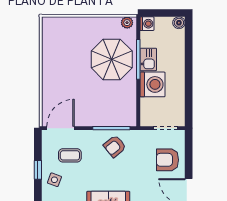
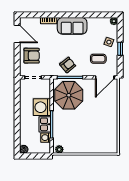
washing machine: (147, 24) -> (46, 138), moved
parasol: (112, 59) -> (69, 95), moved

